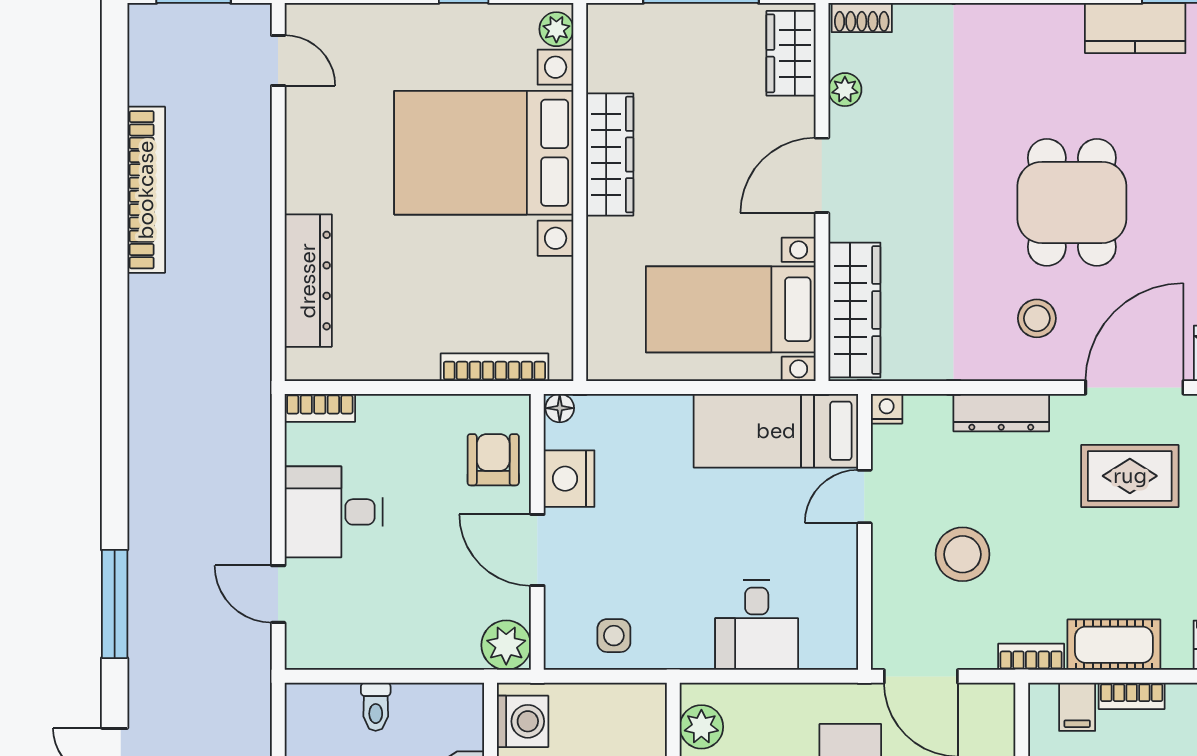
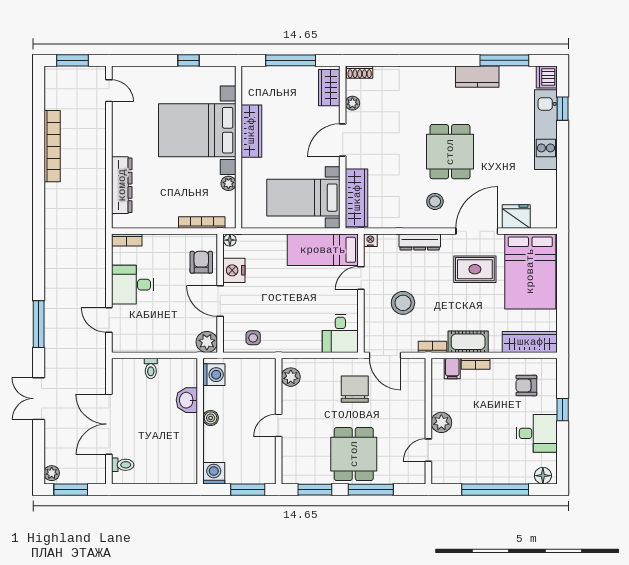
plant: (556, 29) -> (228, 183), moved
desk: (757, 625) -> (340, 333), moved

